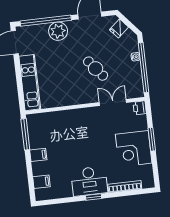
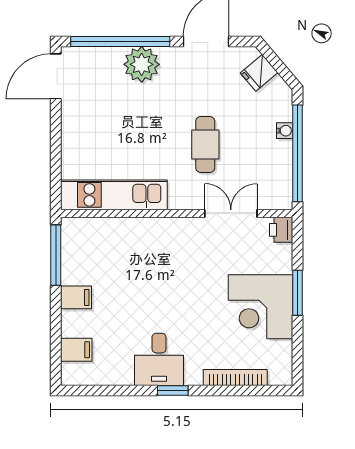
cafe table: (96, 69) -> (205, 145), turned 39
kitchen unit: (30, 83) -> (114, 195), moved, turned -90
desk: (89, 181) -> (159, 359), width x0.73

